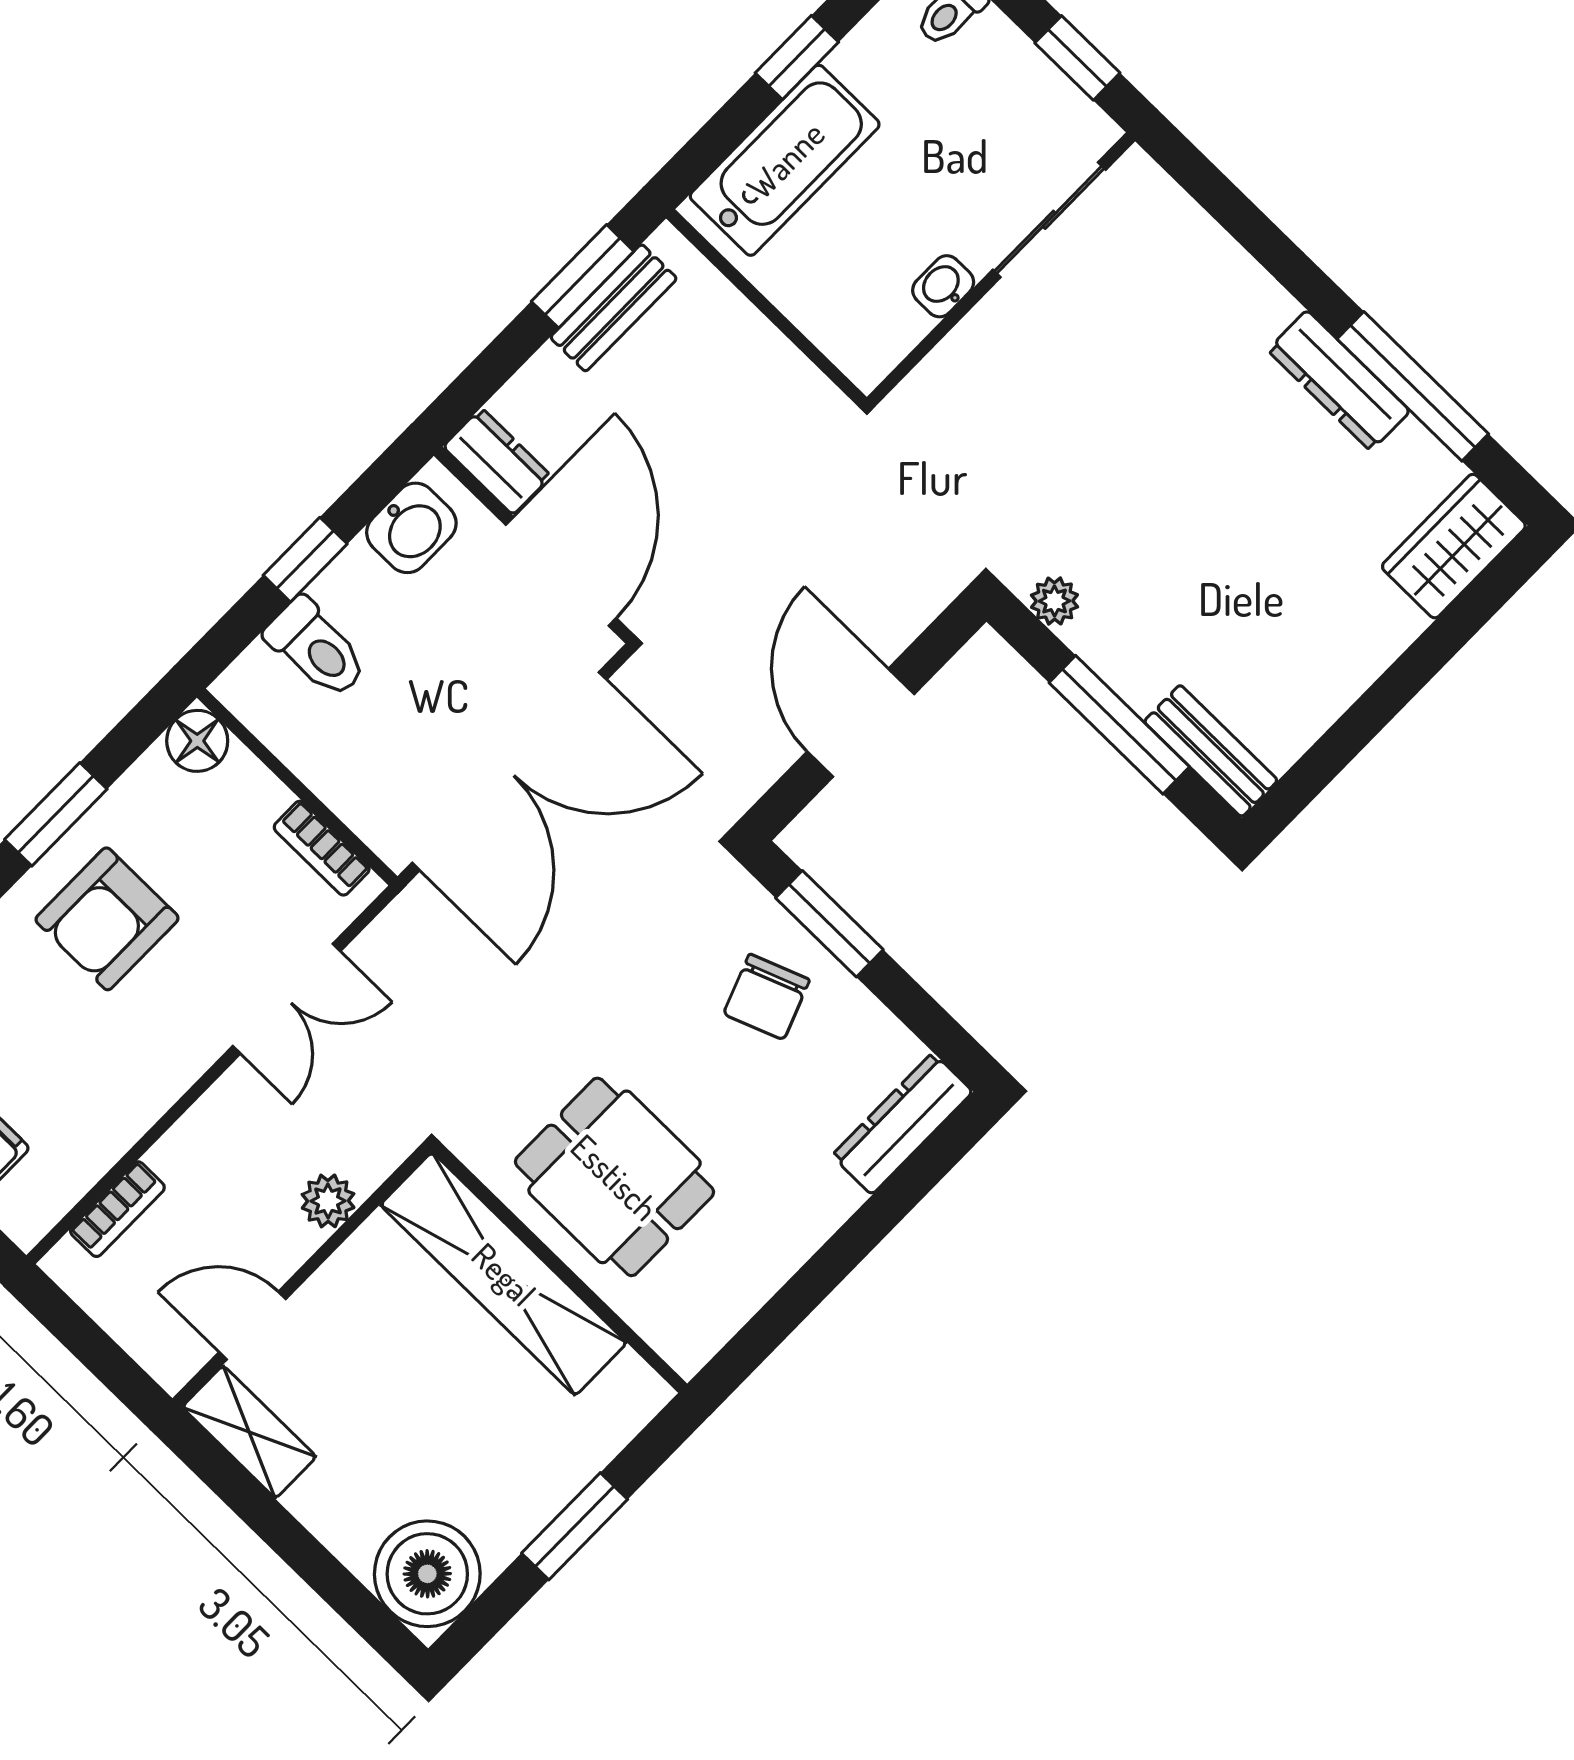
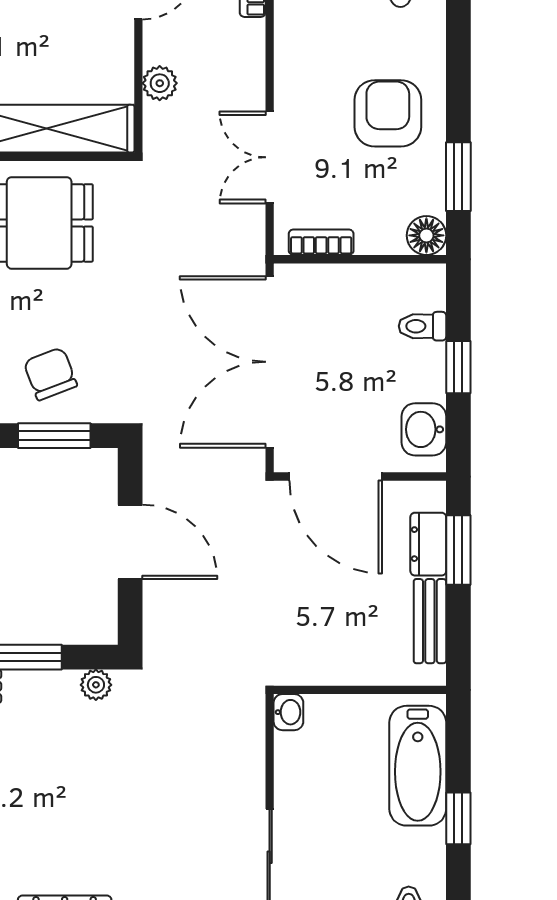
window: (583, 276) -> (458, 550), moved
washbasin: (943, 286) -> (288, 712), moved
dresser: (497, 461) -> (428, 544), moved, turned 90
toilet: (316, 648) -> (422, 326), width x0.73, depth x0.72
window: (56, 814) -> (458, 177), moved

